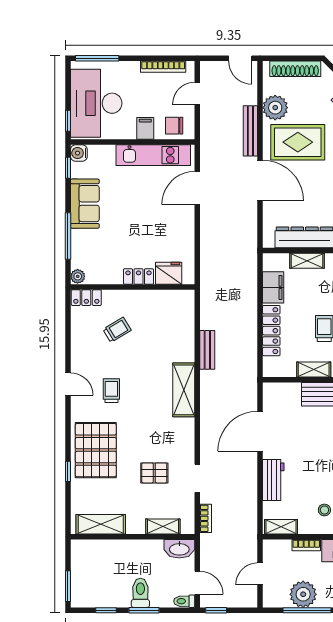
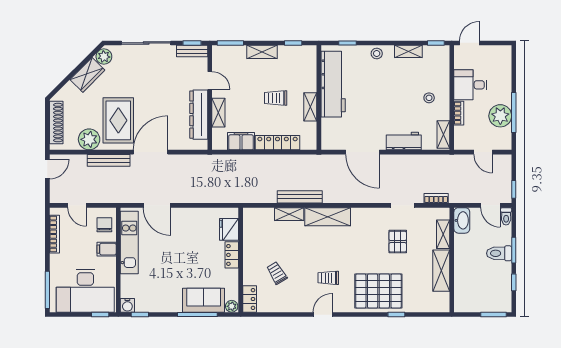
chair: (174, 126) -> (104, 225), turned 180
sofa: (85, 204) -> (204, 300), moved
shelving: (187, 344) -> (289, 214), added
bench: (207, 350) -> (300, 197), width x1.36
shelving: (101, 524) -> (441, 271), moved
door: (197, 583) -> (490, 205), swing flipped

